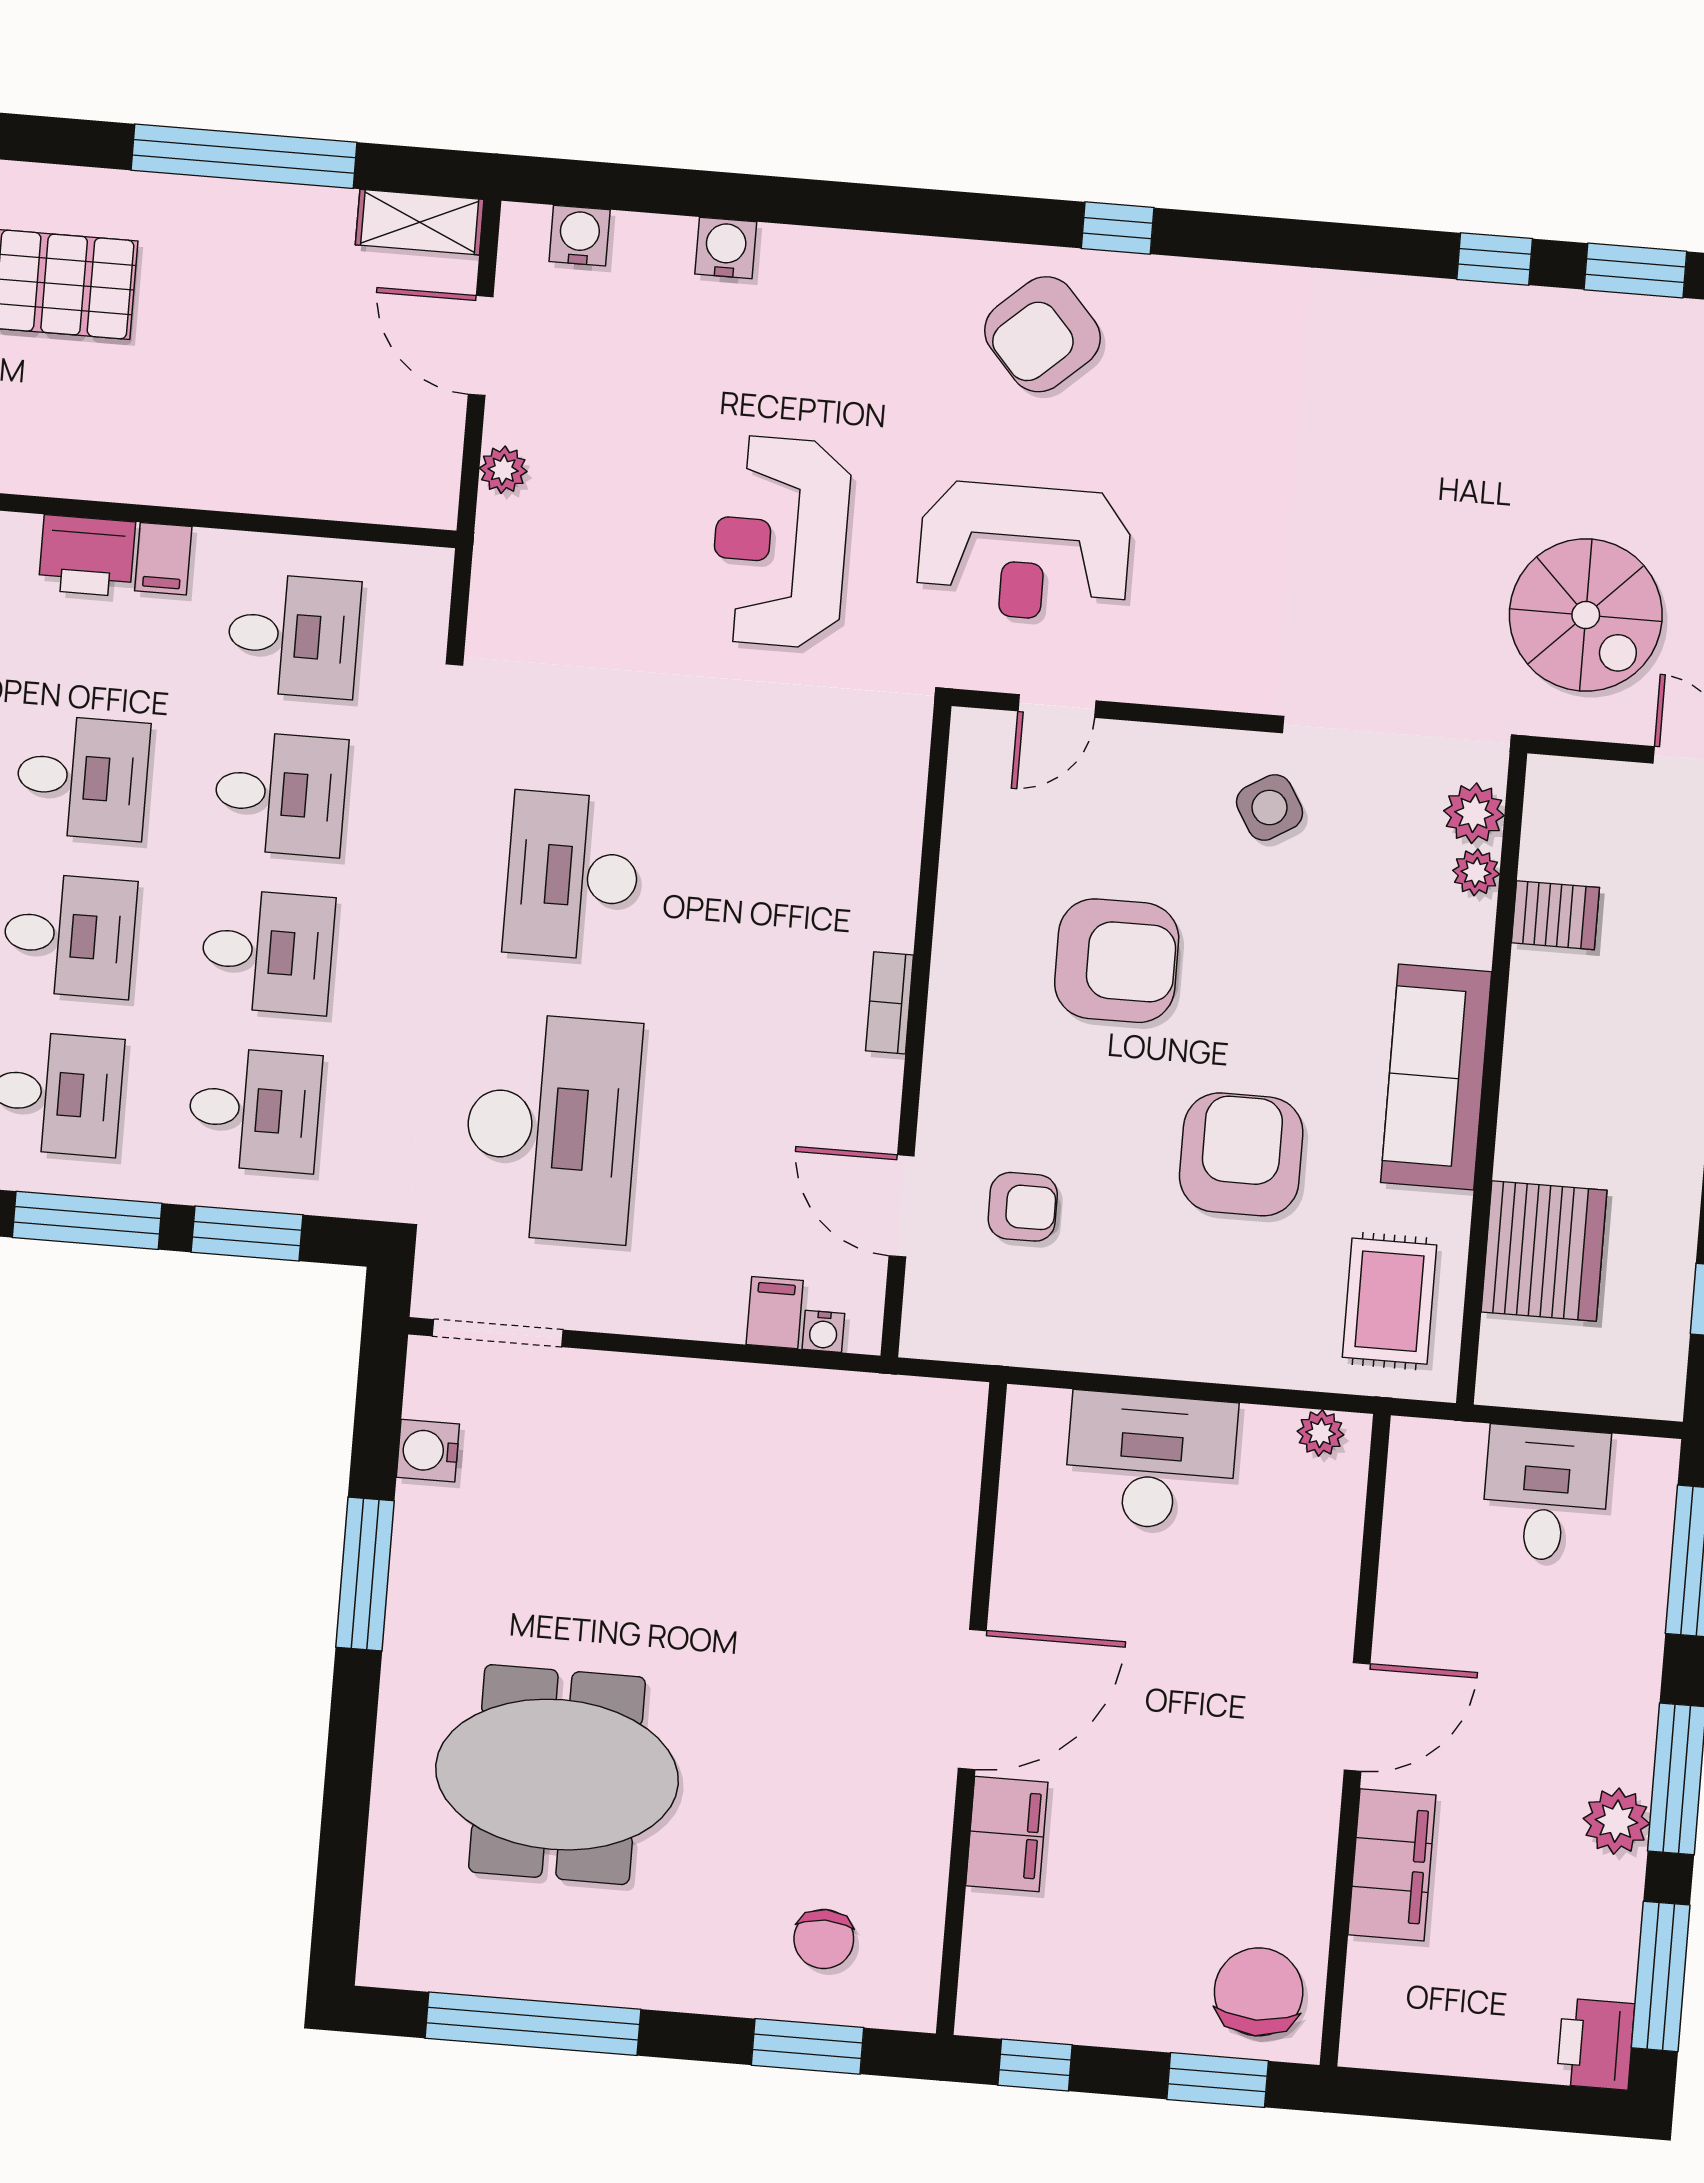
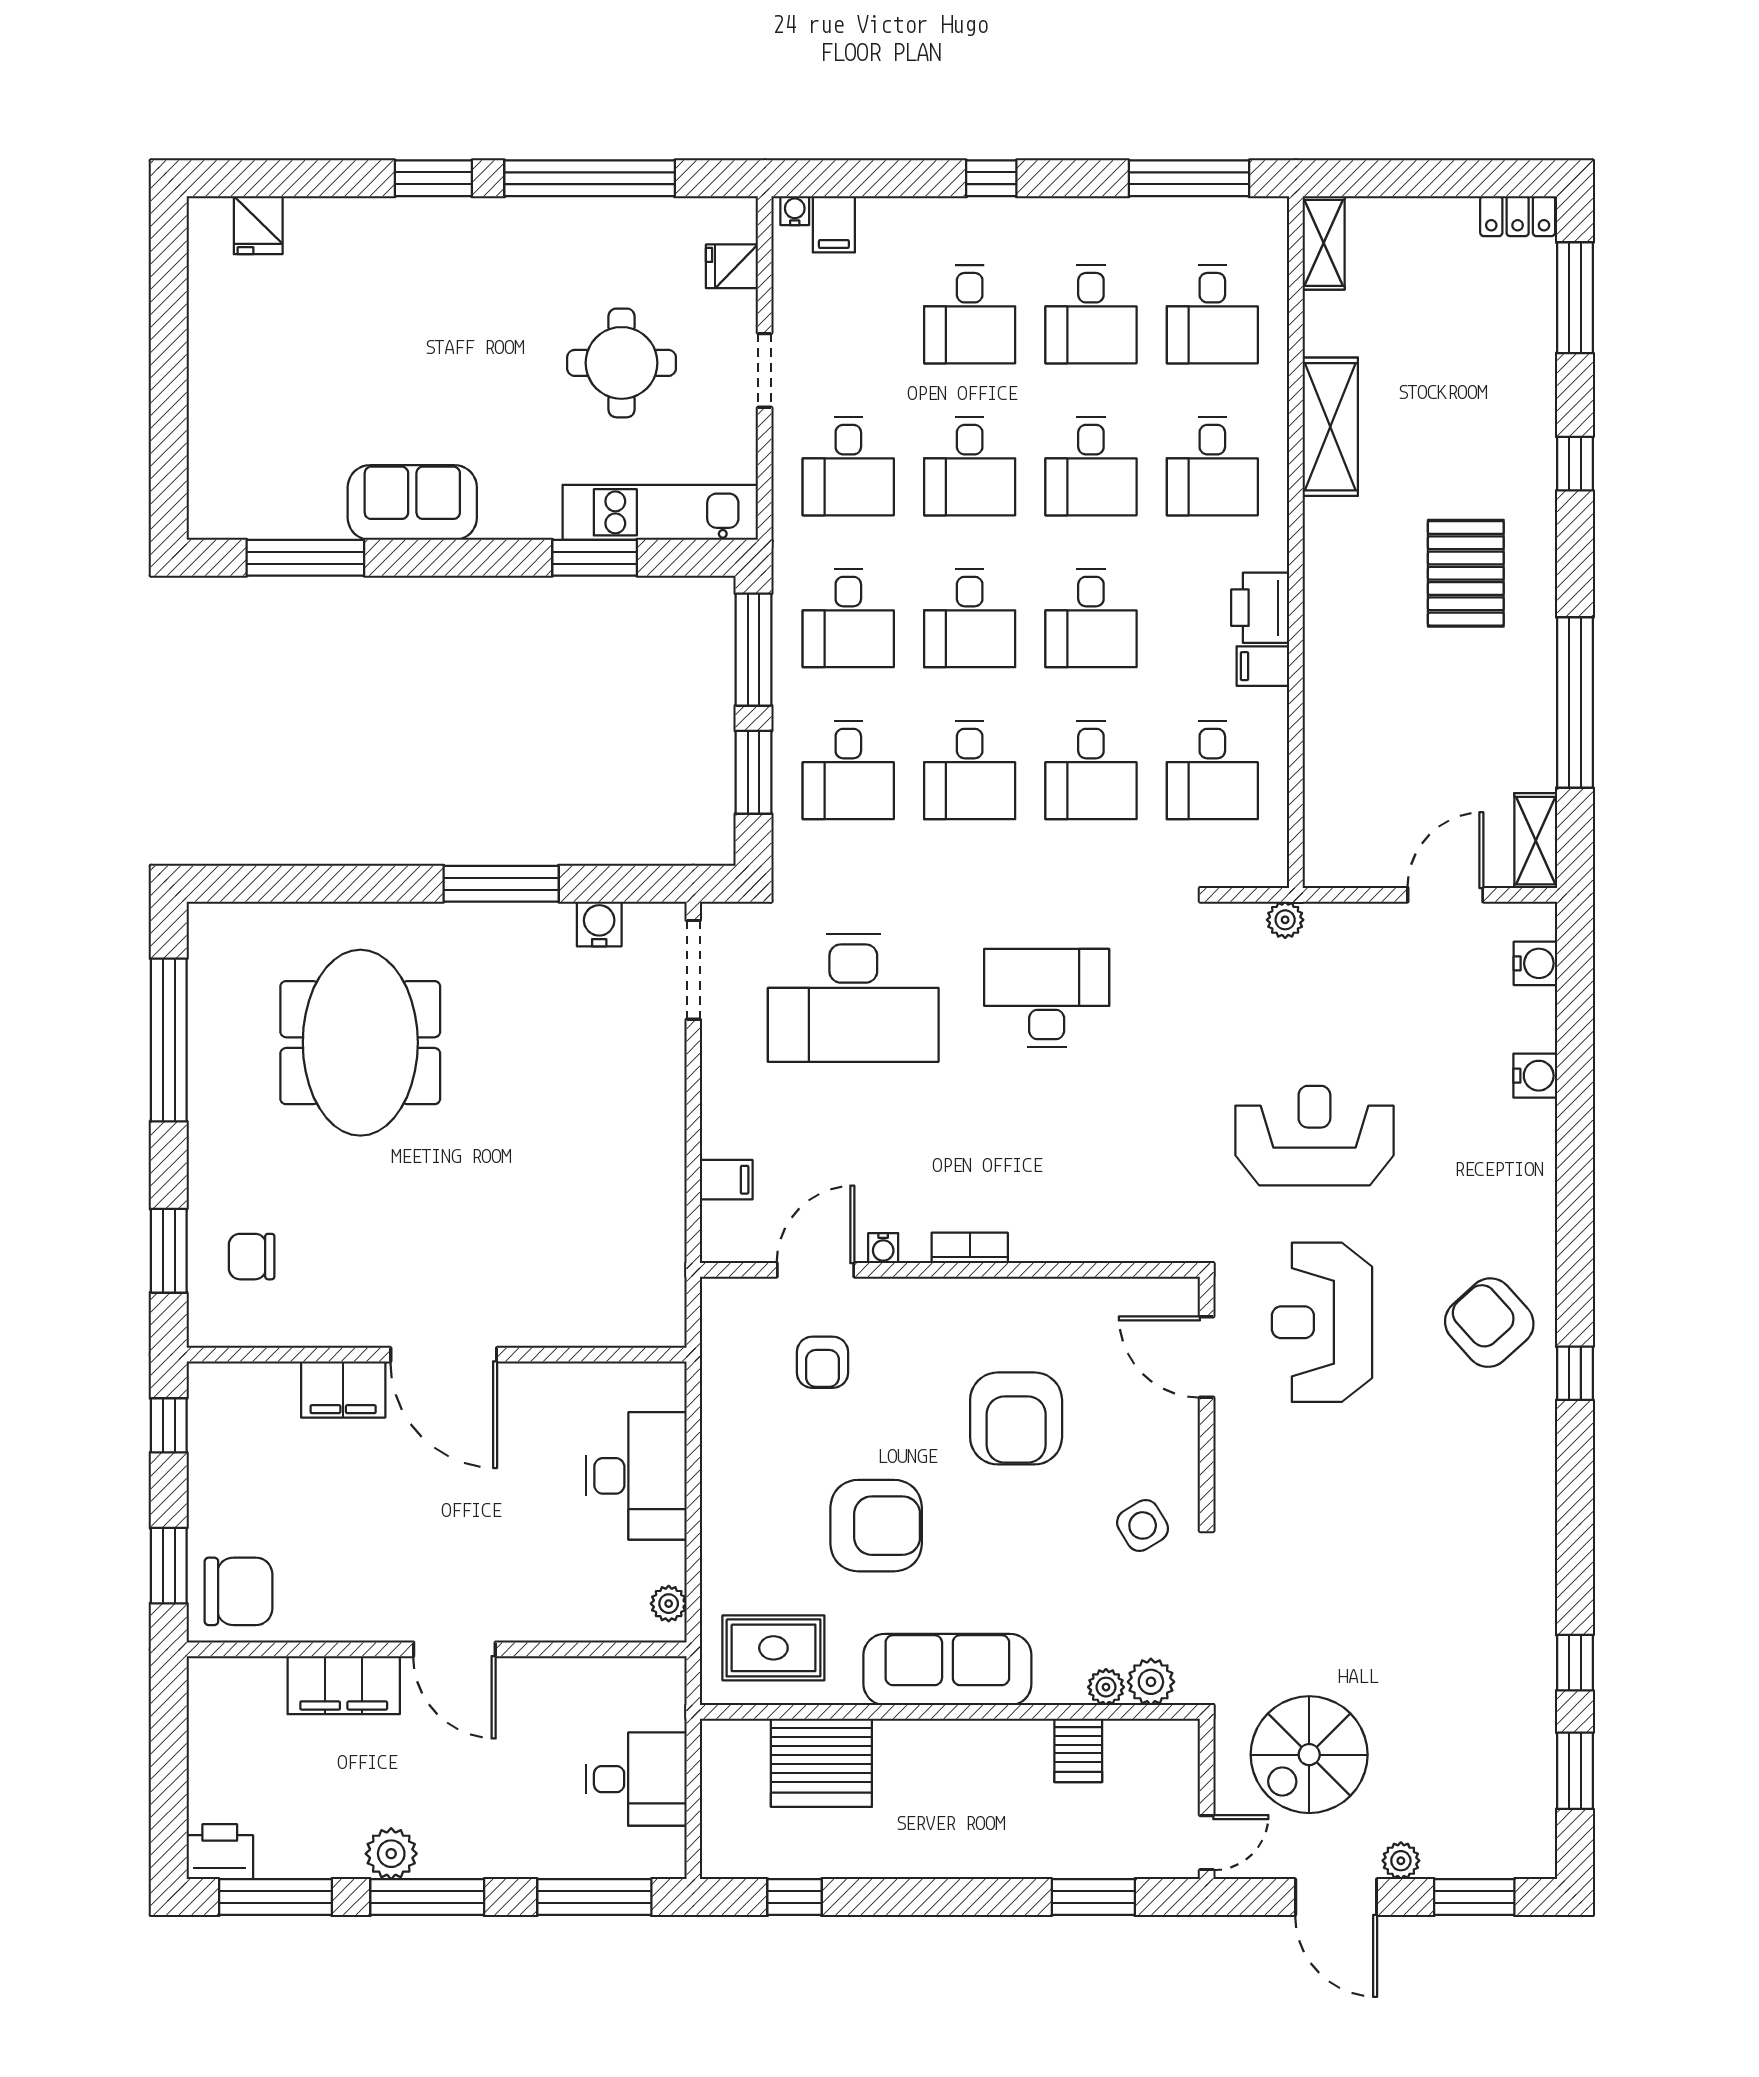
plant: (503, 470) -> (1285, 920), moved
door: (1057, 706) -> (1207, 1357), width x1.38
water cooler: (823, 1331) -> (883, 1248), moved, turned -90

